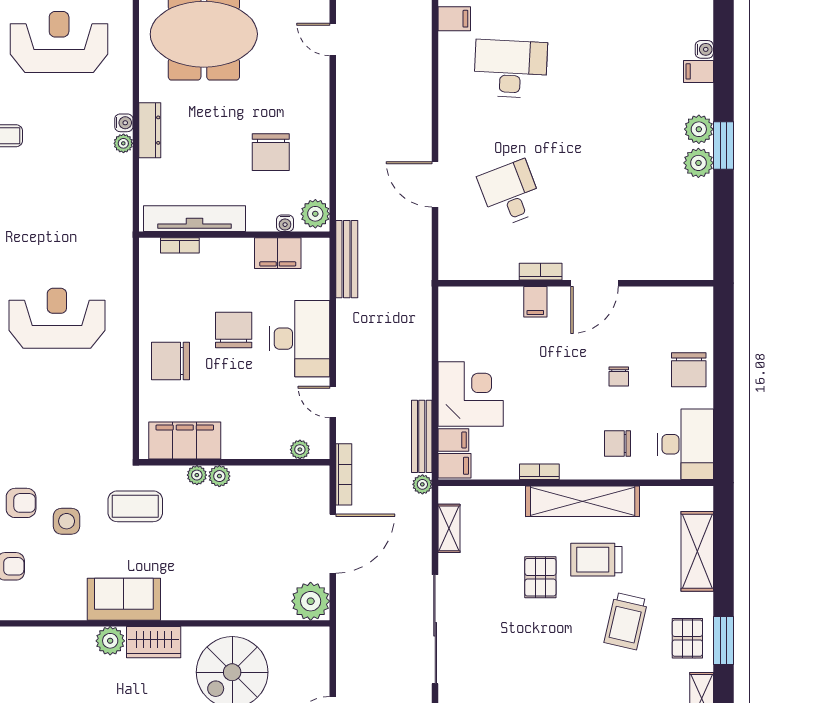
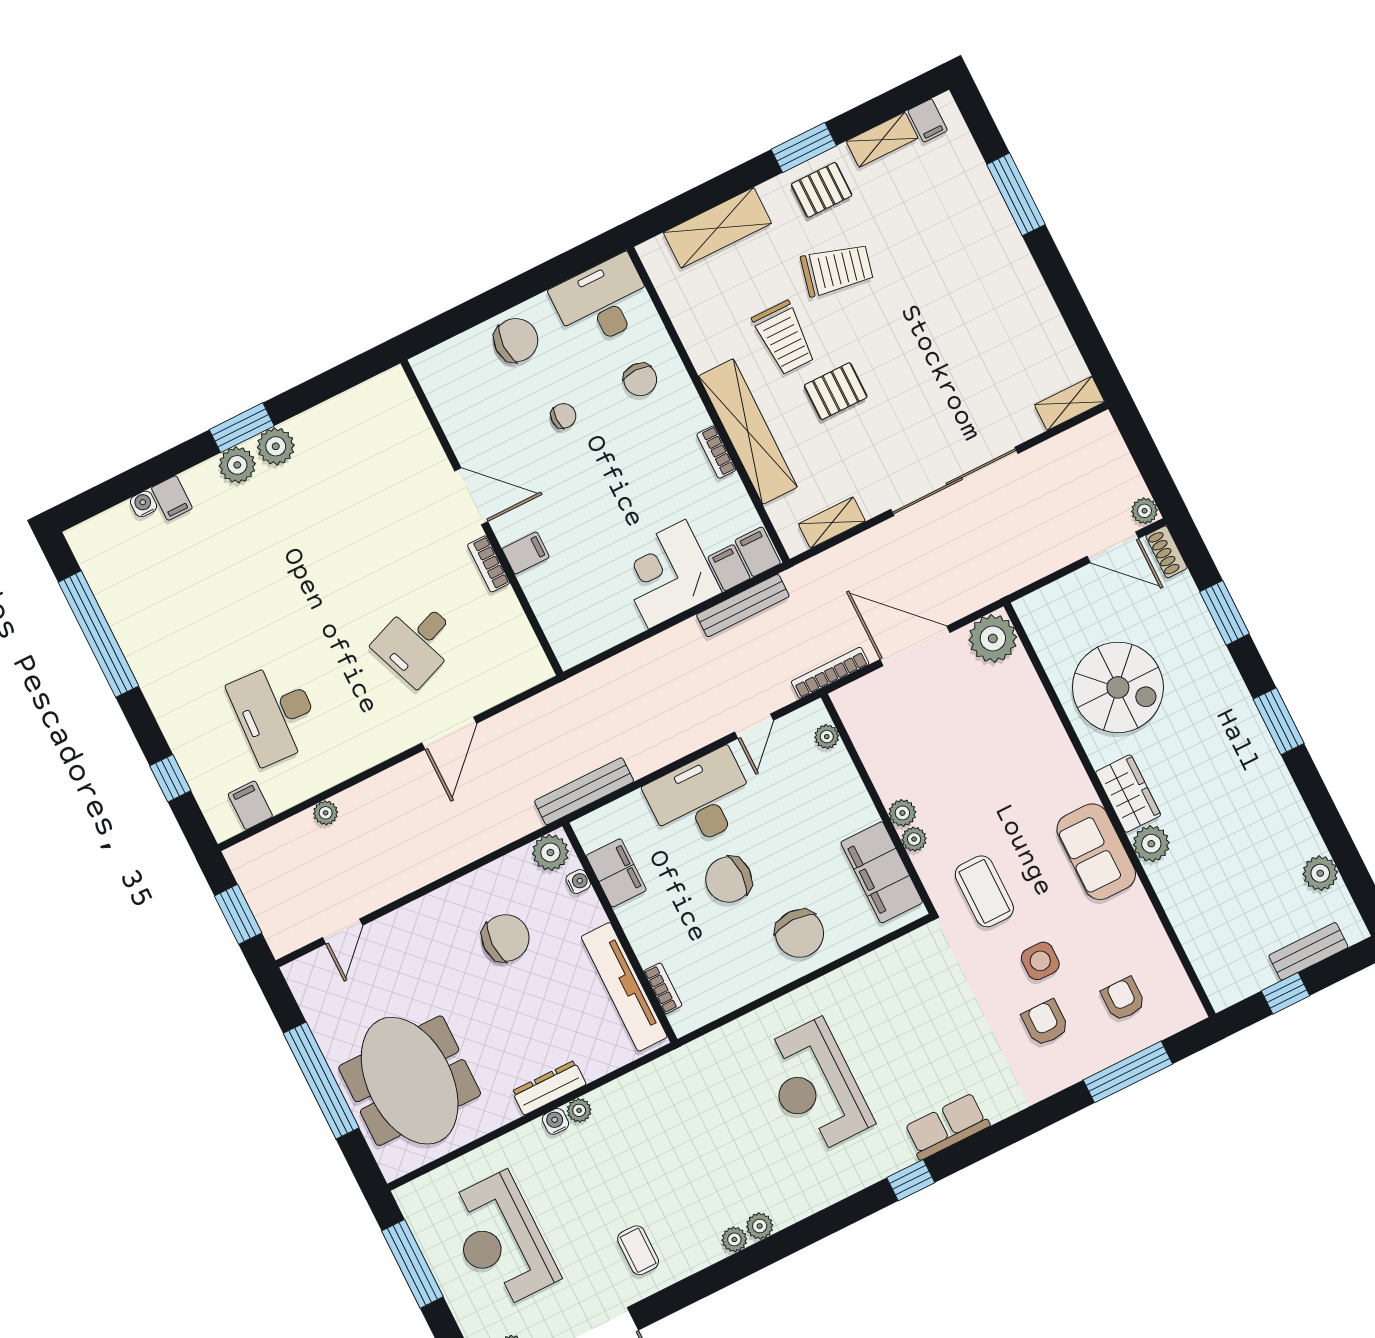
plant: (422, 484) -> (326, 813), moved
shelving: (583, 501) -> (748, 432), moved

